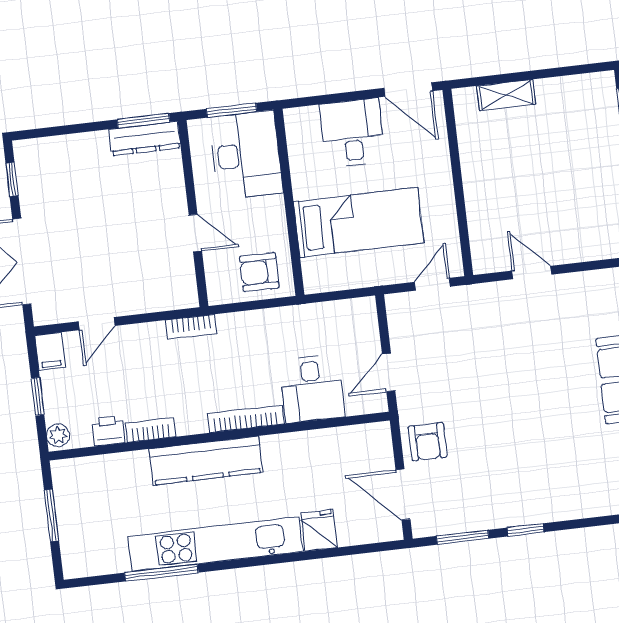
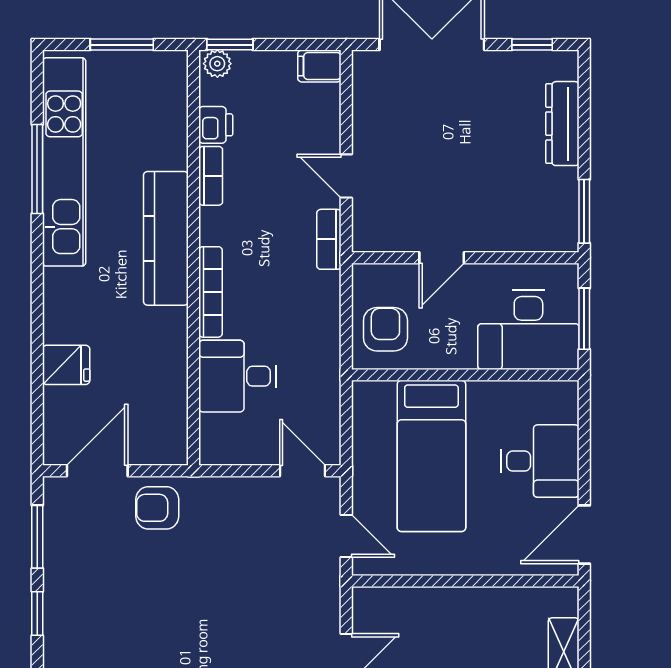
dresser: (145, 139) -> (562, 124), moved
door: (97, 324) -> (346, 176), moved
door: (389, 372) -> (303, 471), moved
window: (38, 396) -> (230, 45), moved
kitchen unit: (215, 544) -> (64, 162), moved

